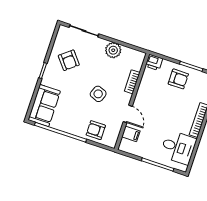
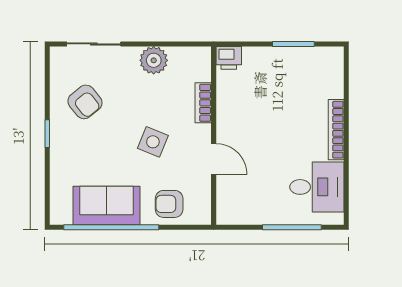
armchair: (178, 79) -> (279, 72), removed
sofa: (44, 106) -> (107, 206), moved, turned -90
filing cabinet: (131, 134) -> (230, 191), removed

